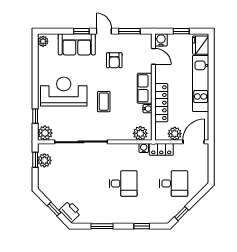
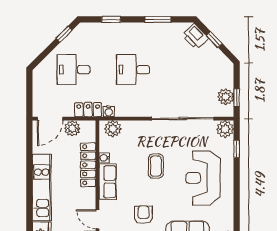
reception desk: (64, 91) -> (203, 178), turned 90

